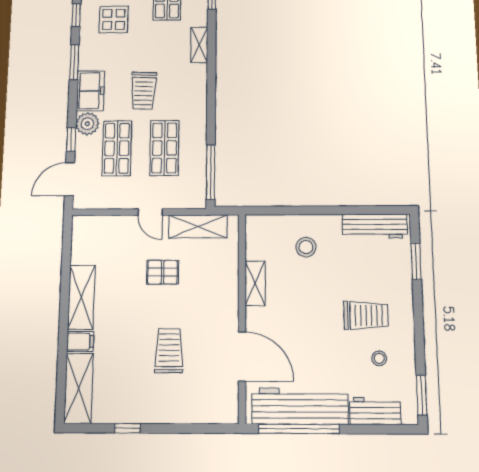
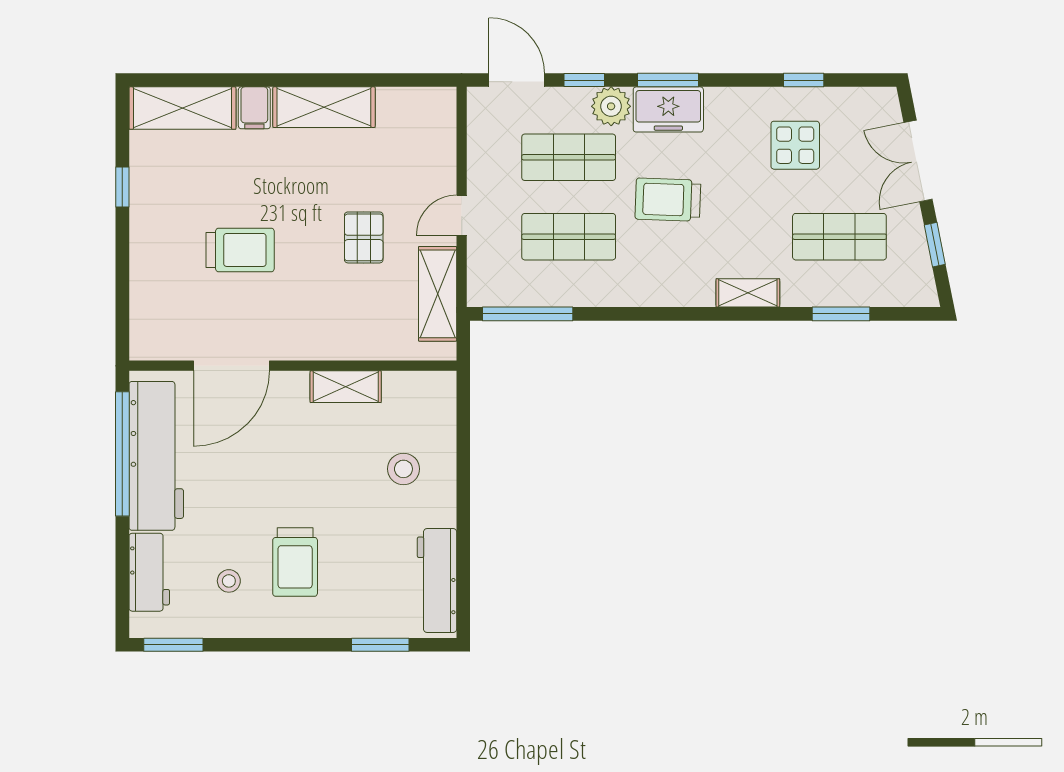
window: (74, 62) -> (668, 80), moved

